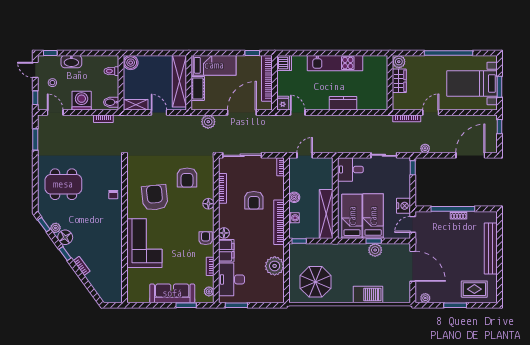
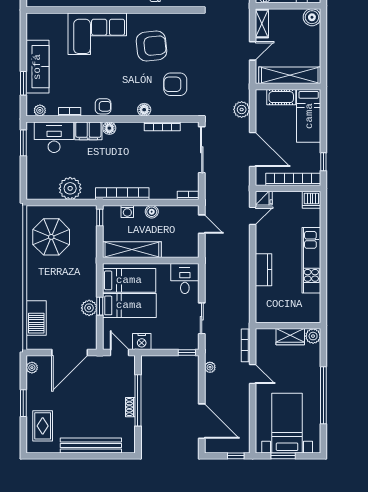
armchair: (254, 200) -> (148, 164), removed
barbecue: (368, 294) -> (36, 318), moved

